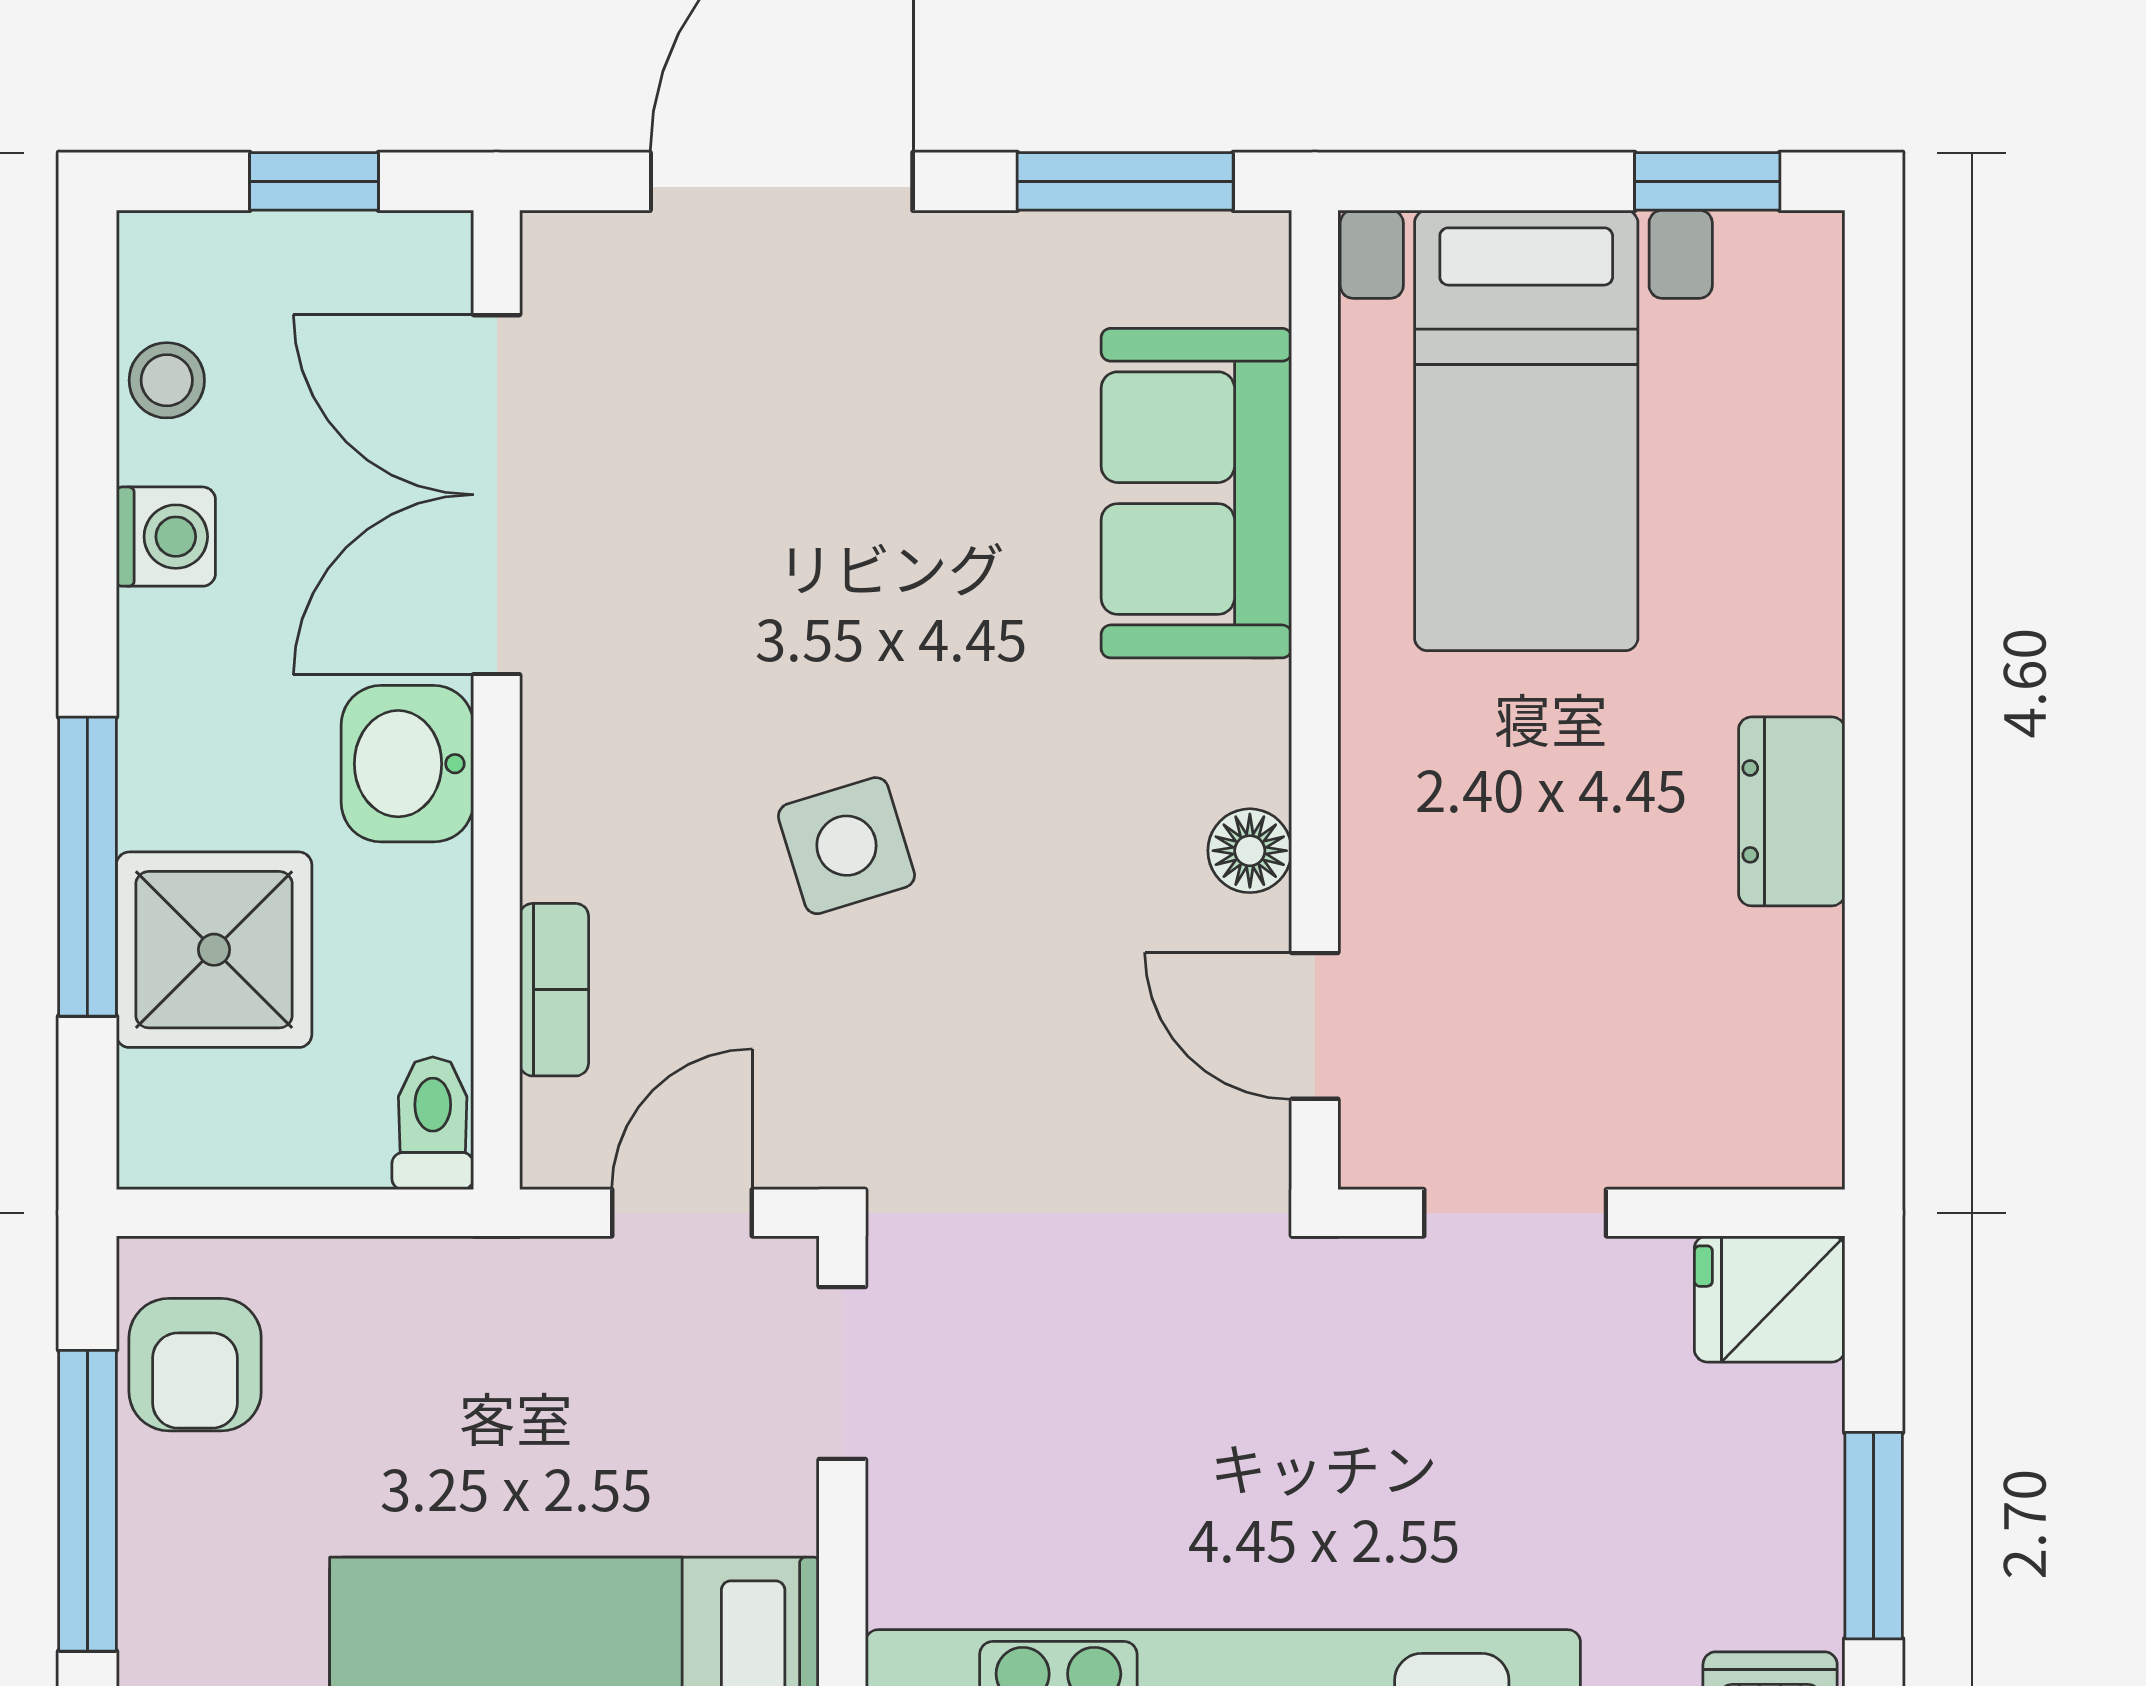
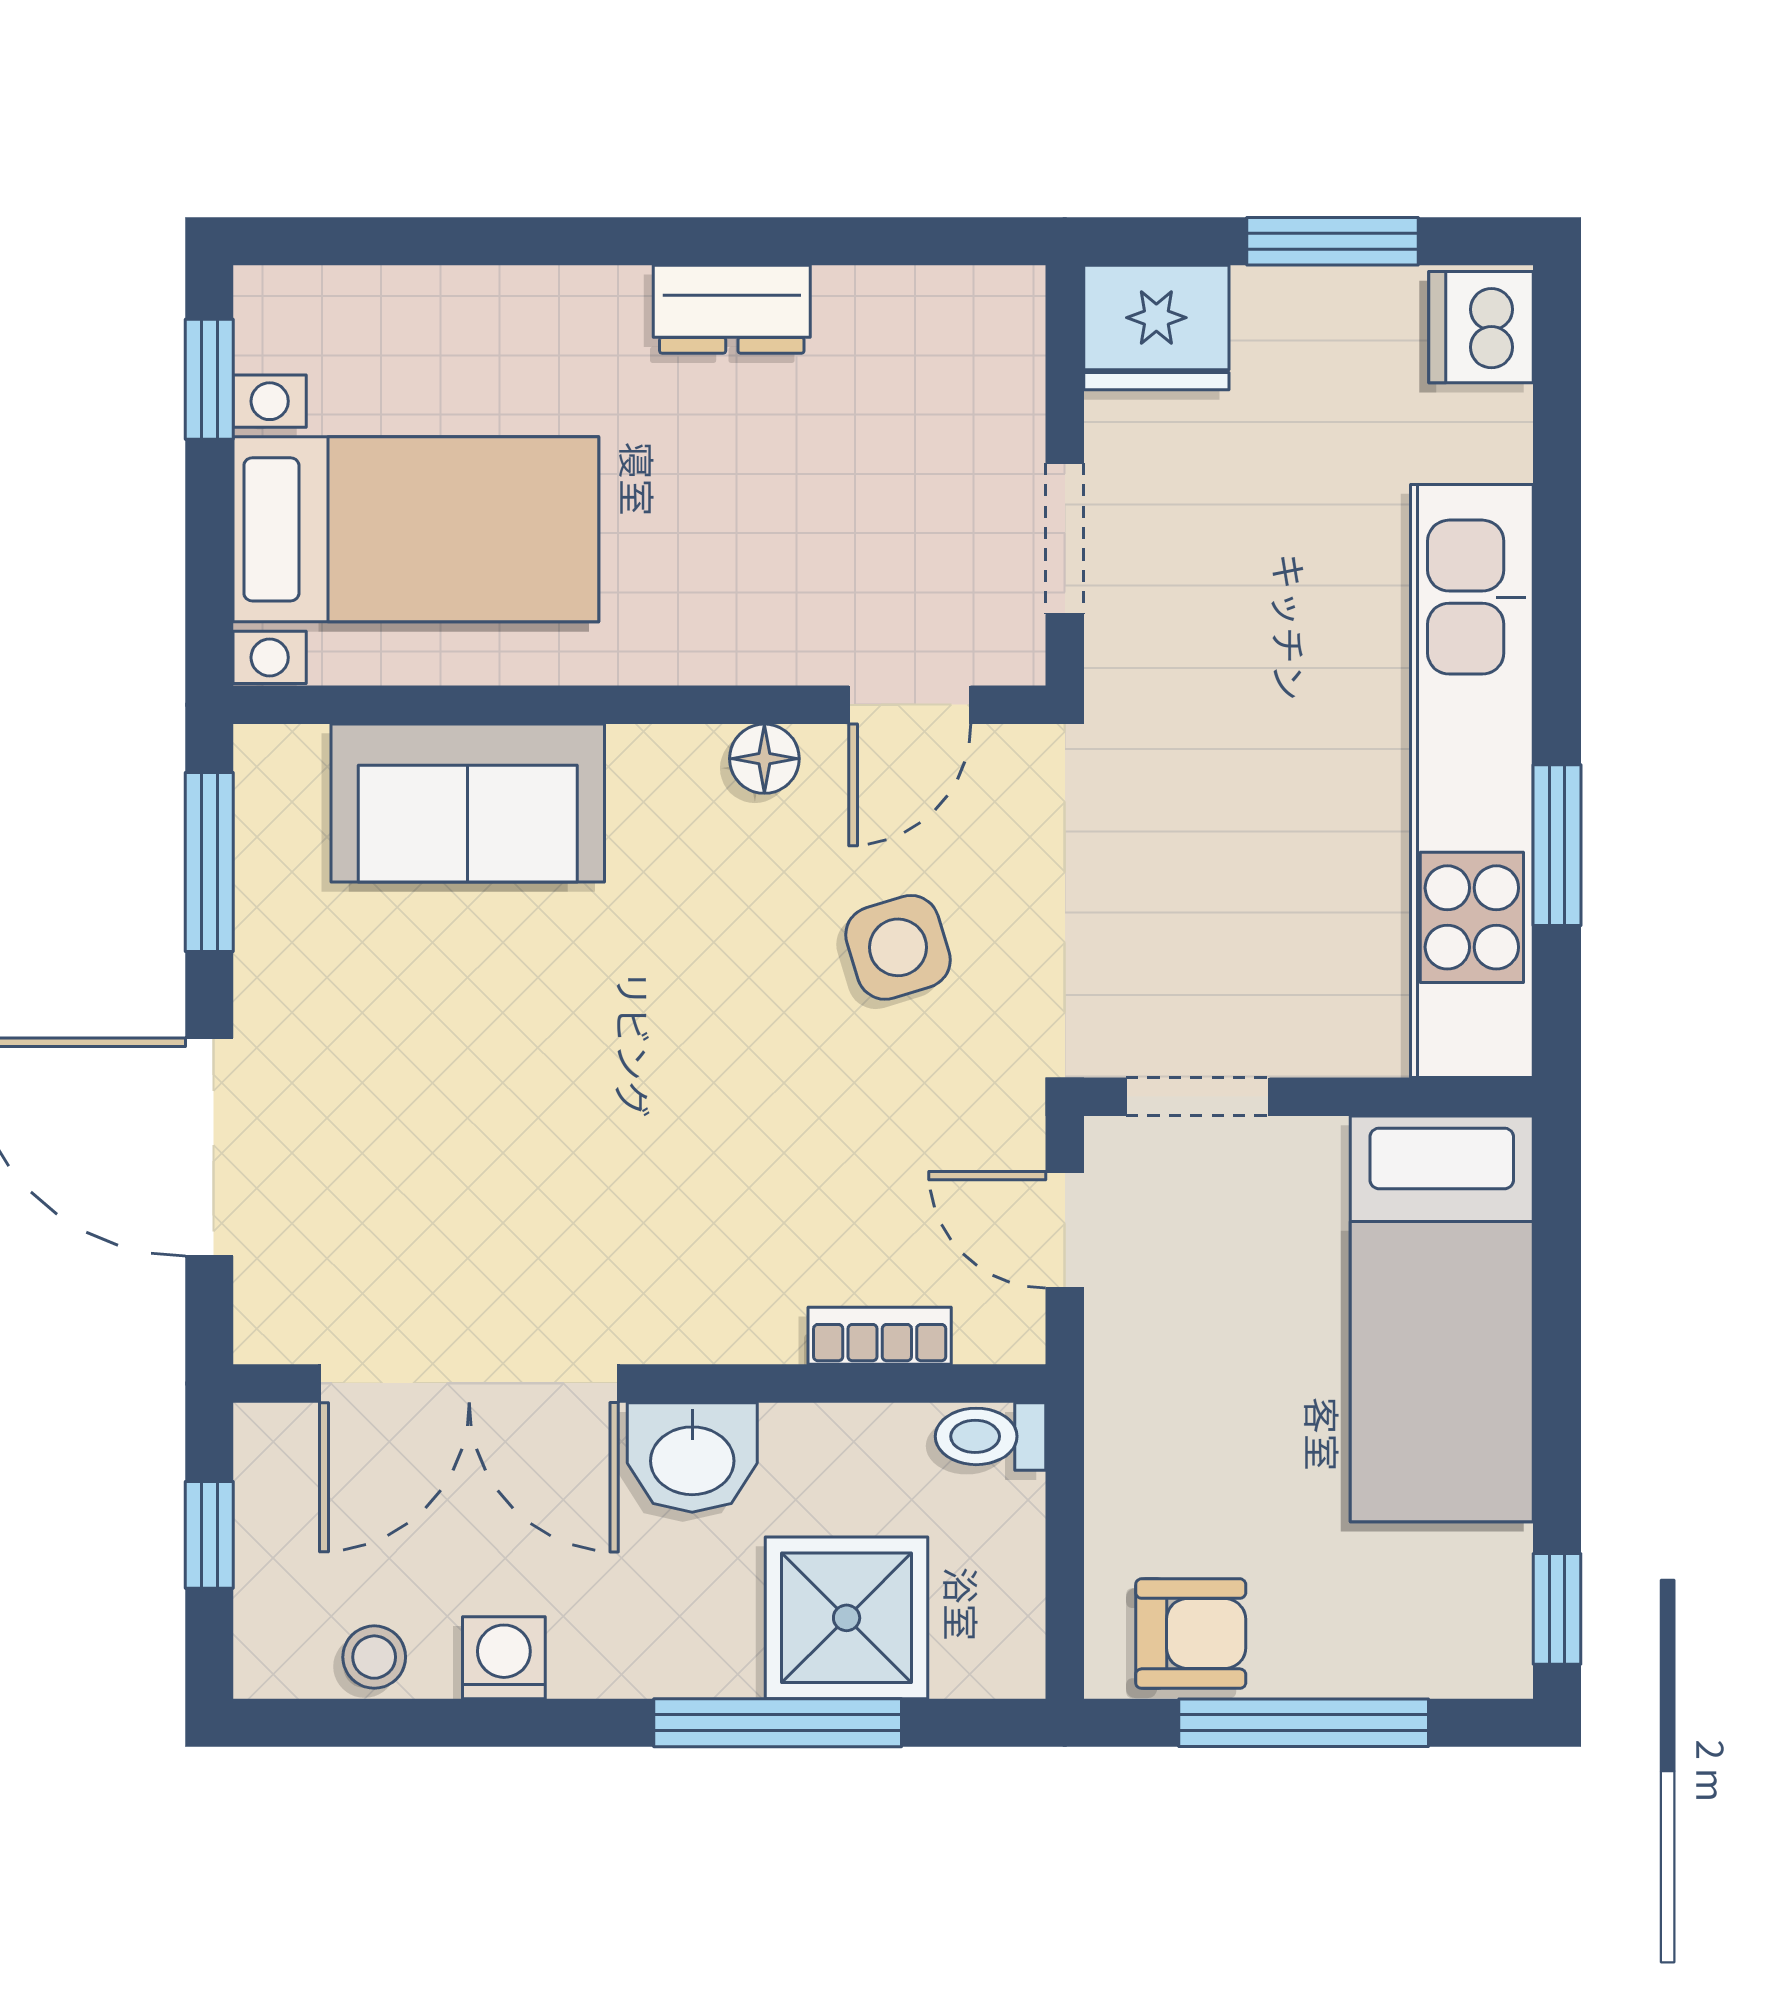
side table: (846, 846) -> (898, 947), moved
fridge: (1770, 1299) -> (1156, 328), width x1.38

